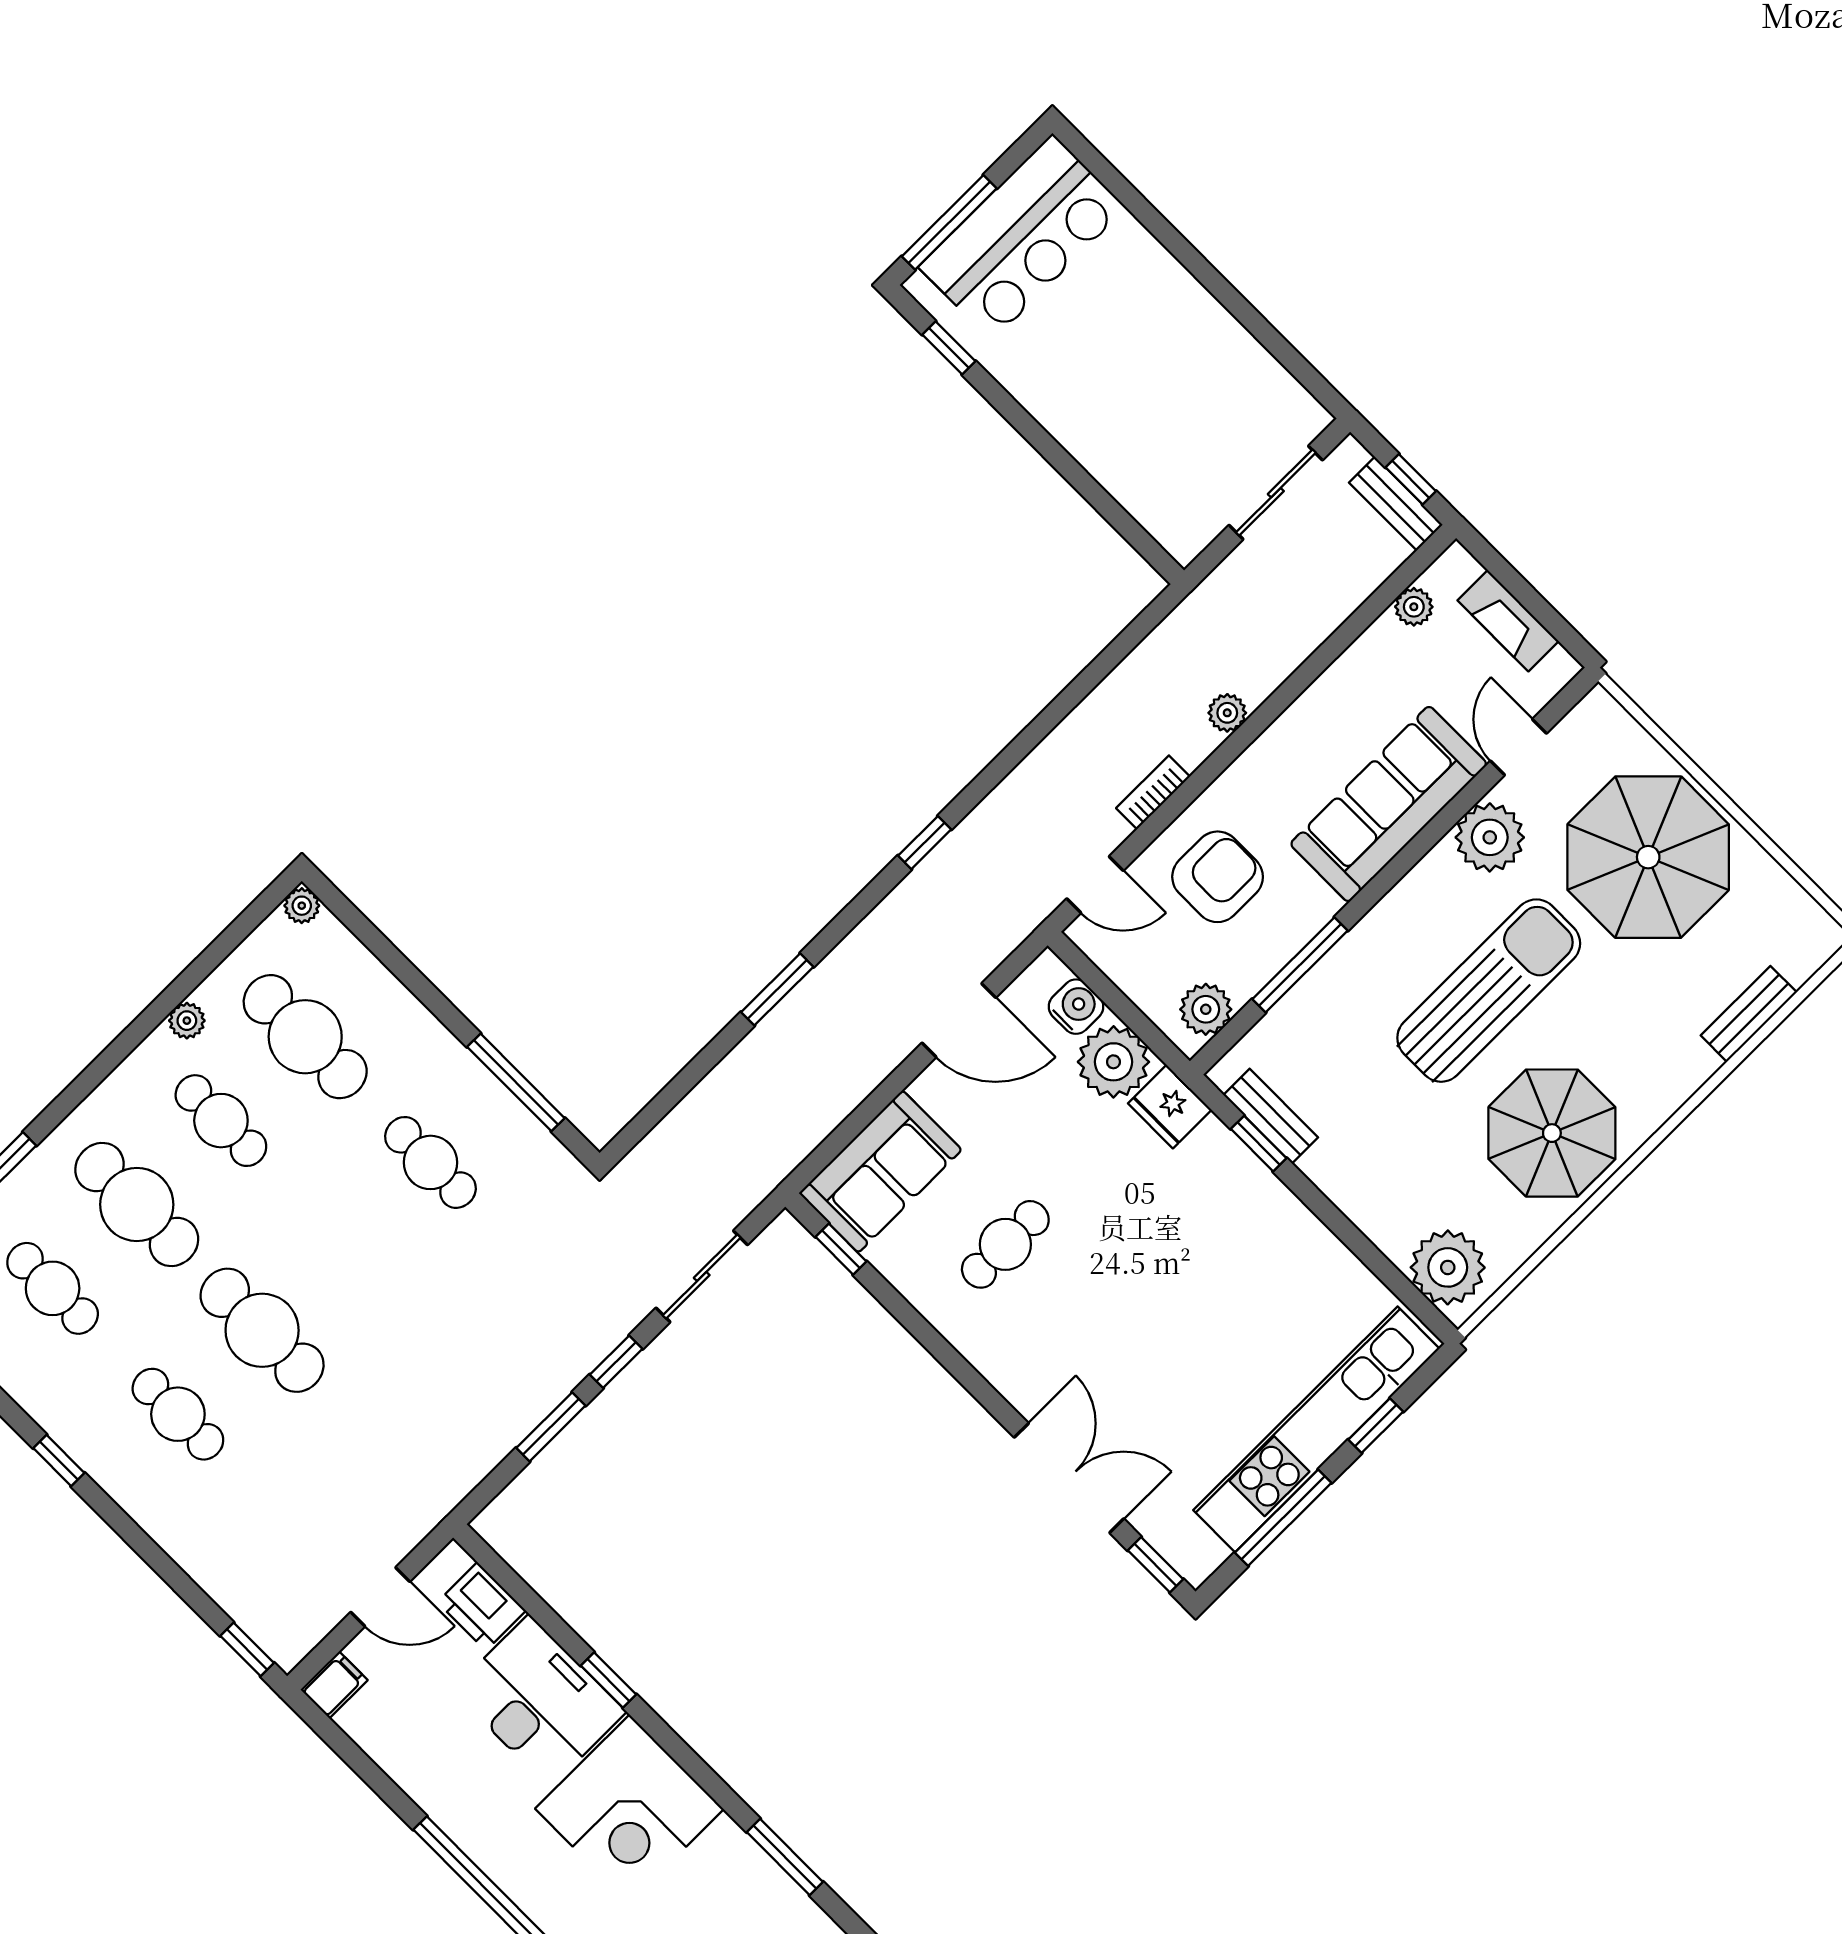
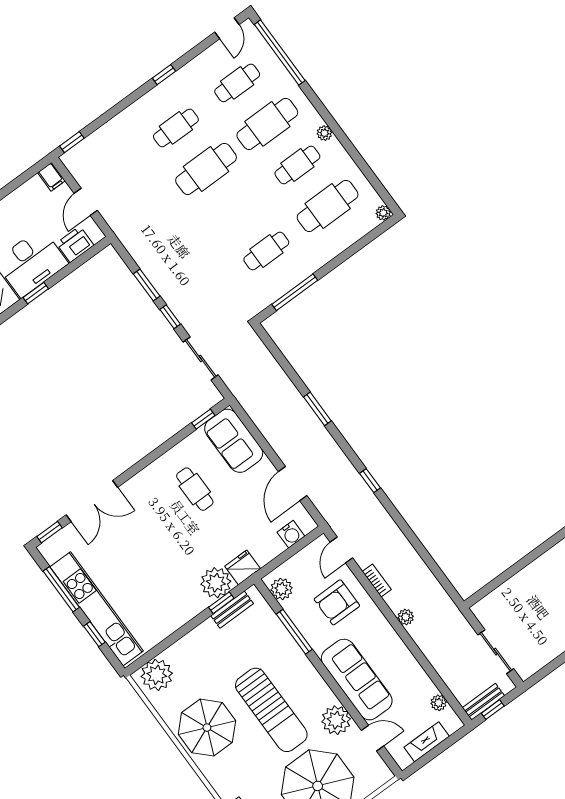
armchair: (1218, 877) -> (337, 602), turned 90
plant: (187, 1021) -> (324, 133), moved
plant: (1113, 1062) -> (216, 583), moved

